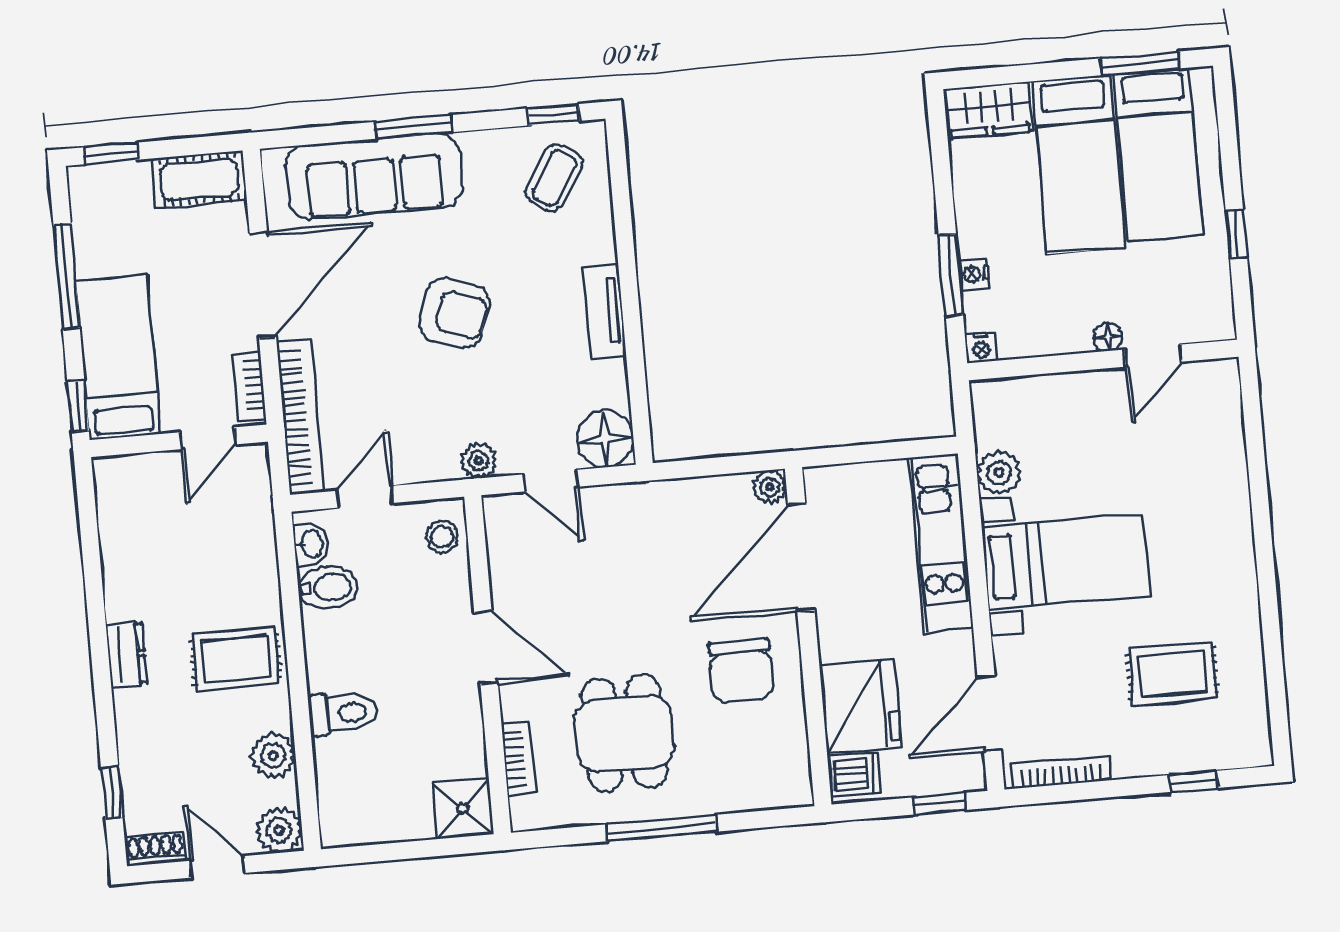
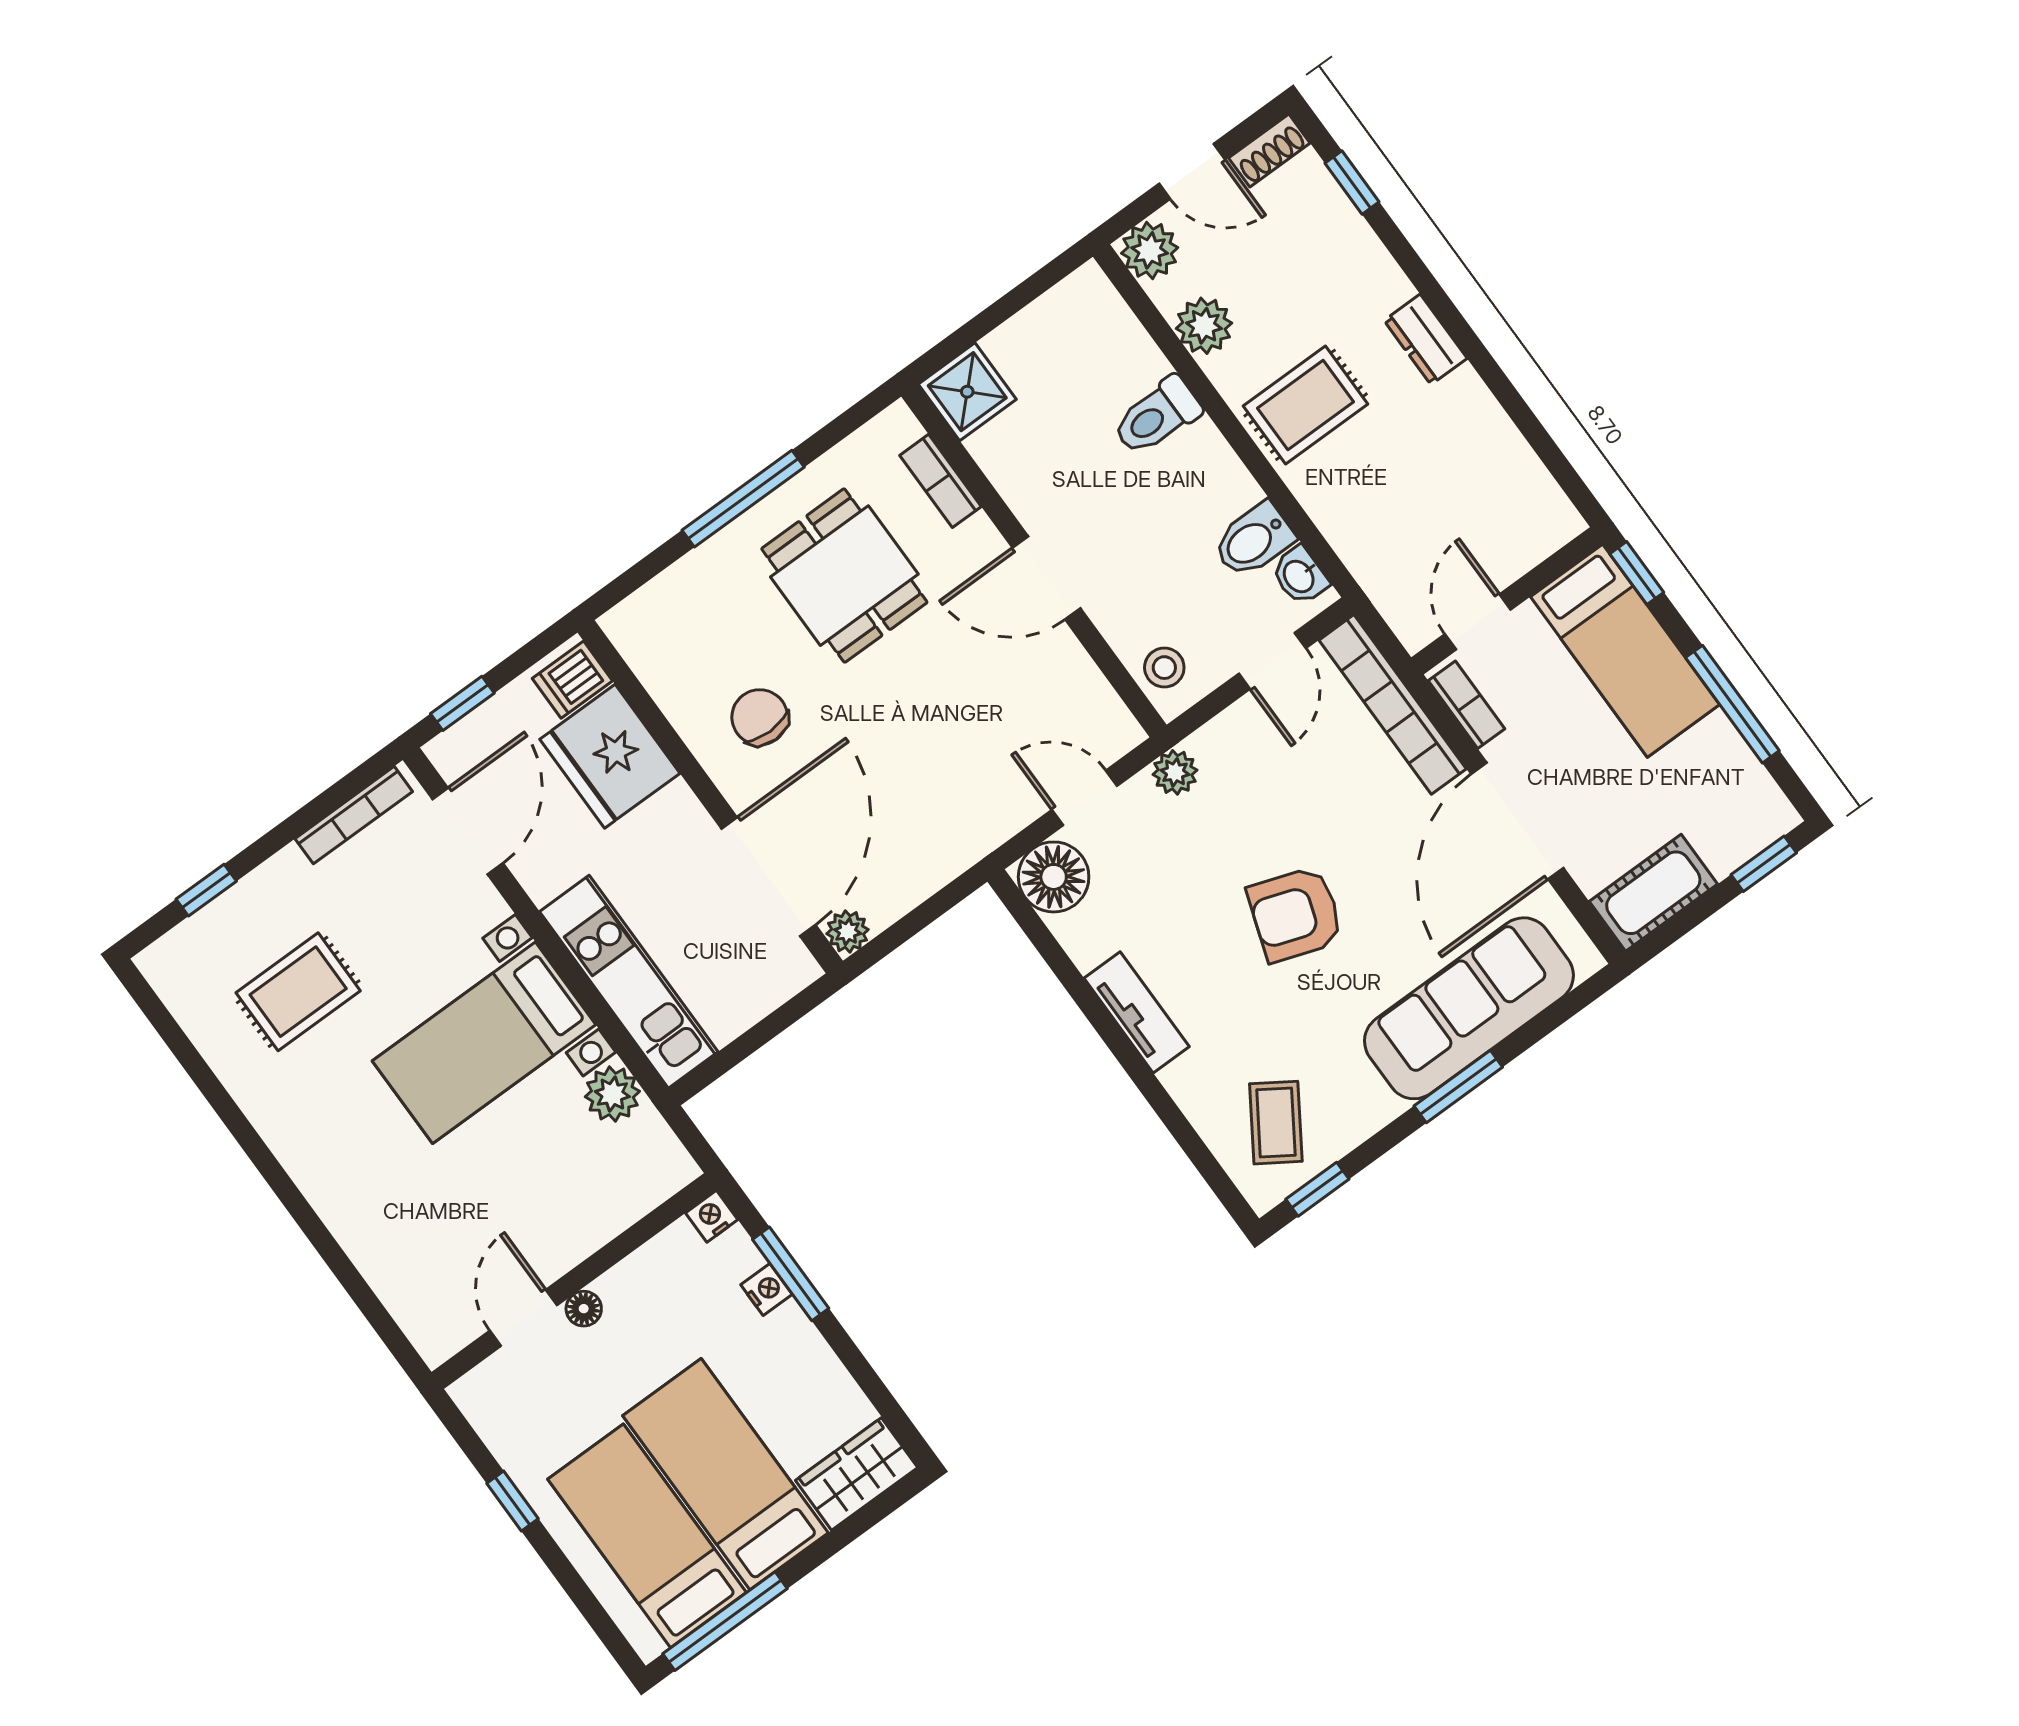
window: (1140, 63) -> (725, 1621), width x1.44
chair: (741, 671) -> (760, 717), width x0.73, depth x0.73

